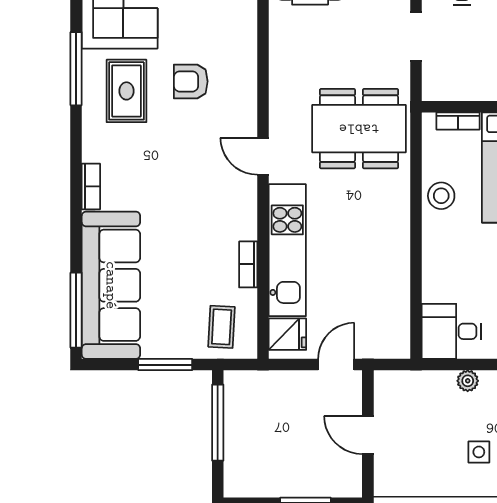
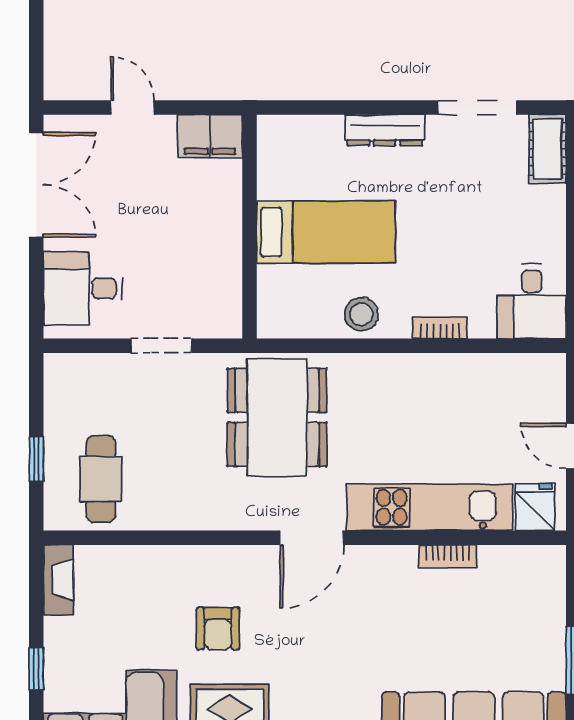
bookcase: (458, 121) -> (440, 328), moved, turned -90
door: (263, 156) -> (312, 538), width x1.38
coffee table: (222, 327) -> (526, 590), removed

